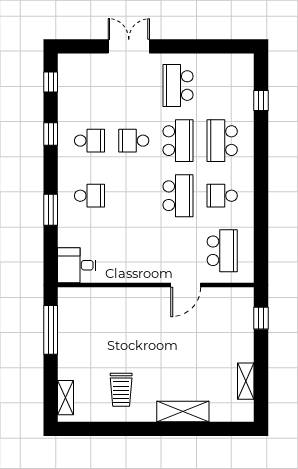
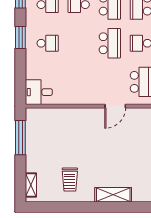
window: (51, 210) -> (20, 37), moved

